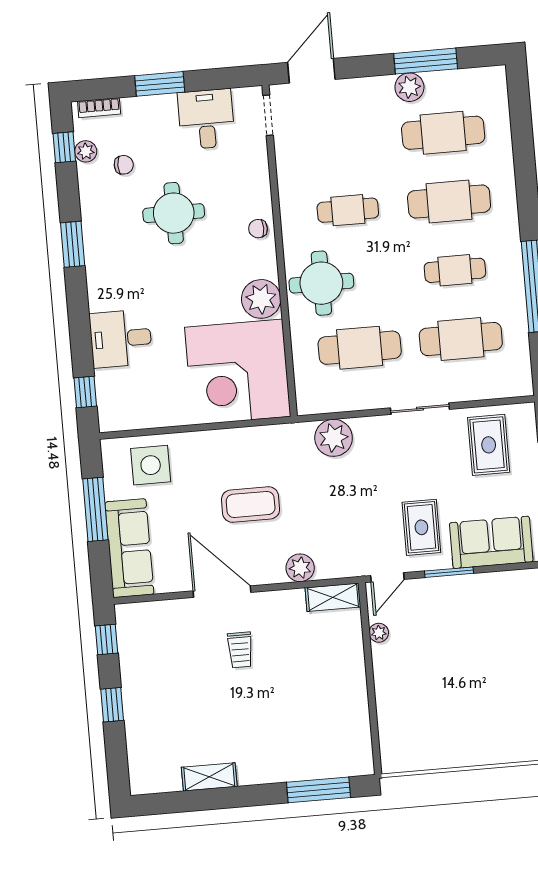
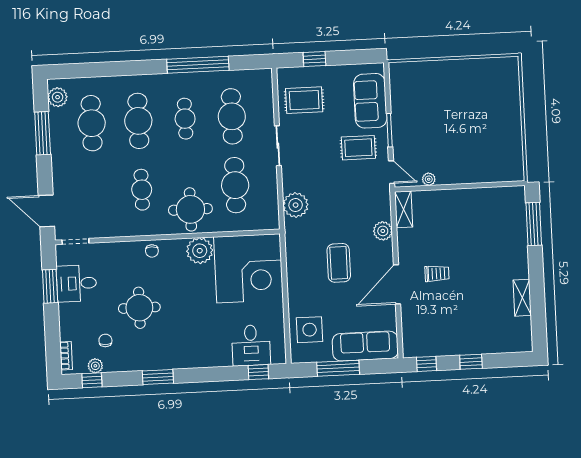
window: (160, 84) -> (50, 286), moved
plant: (409, 87) -> (58, 97), moved
desk: (121, 339) -> (251, 345), moved

